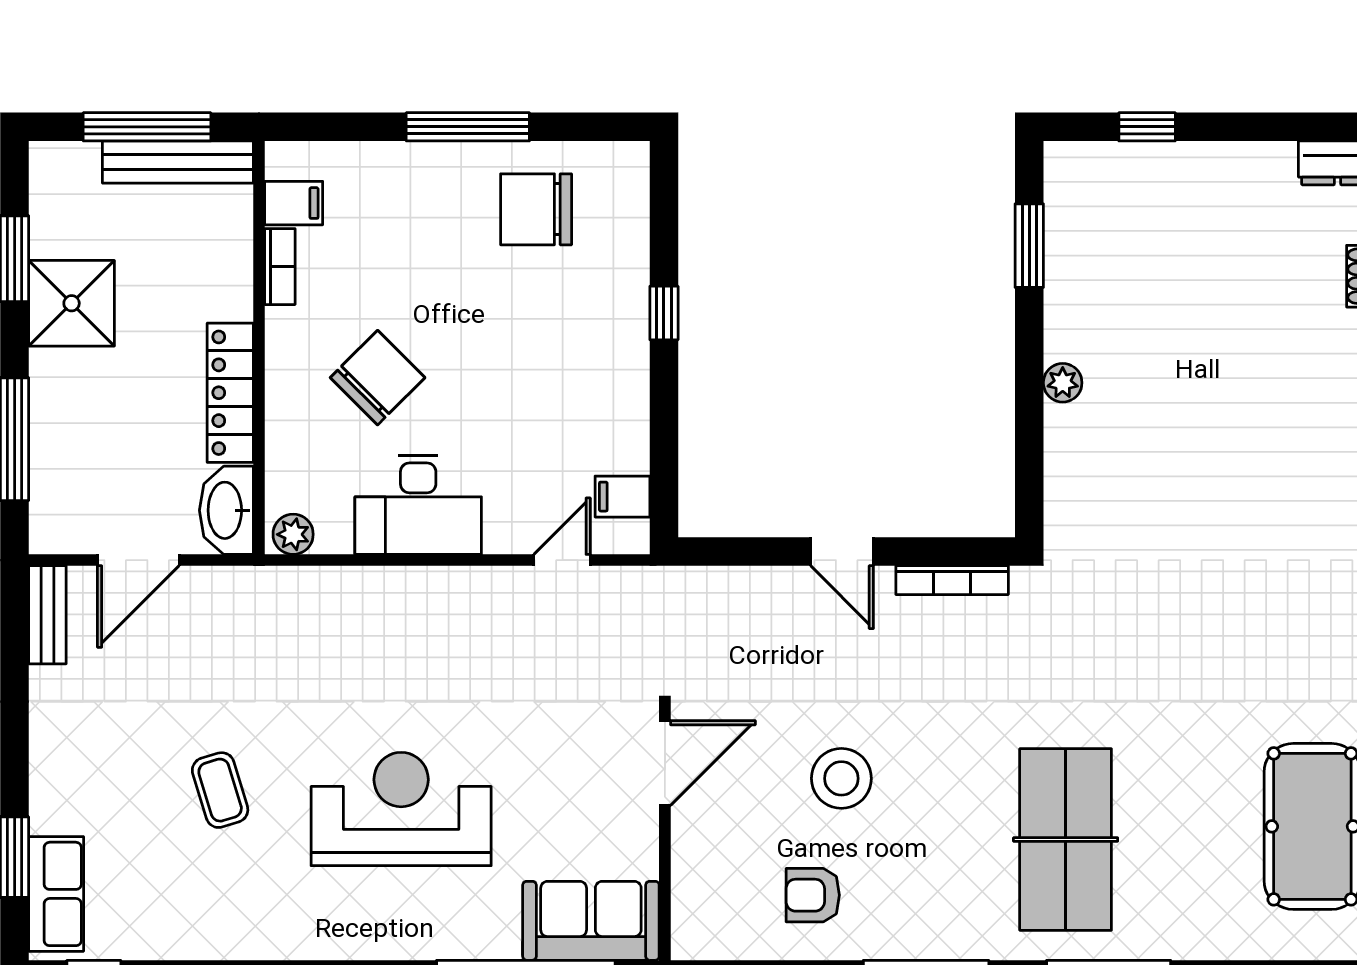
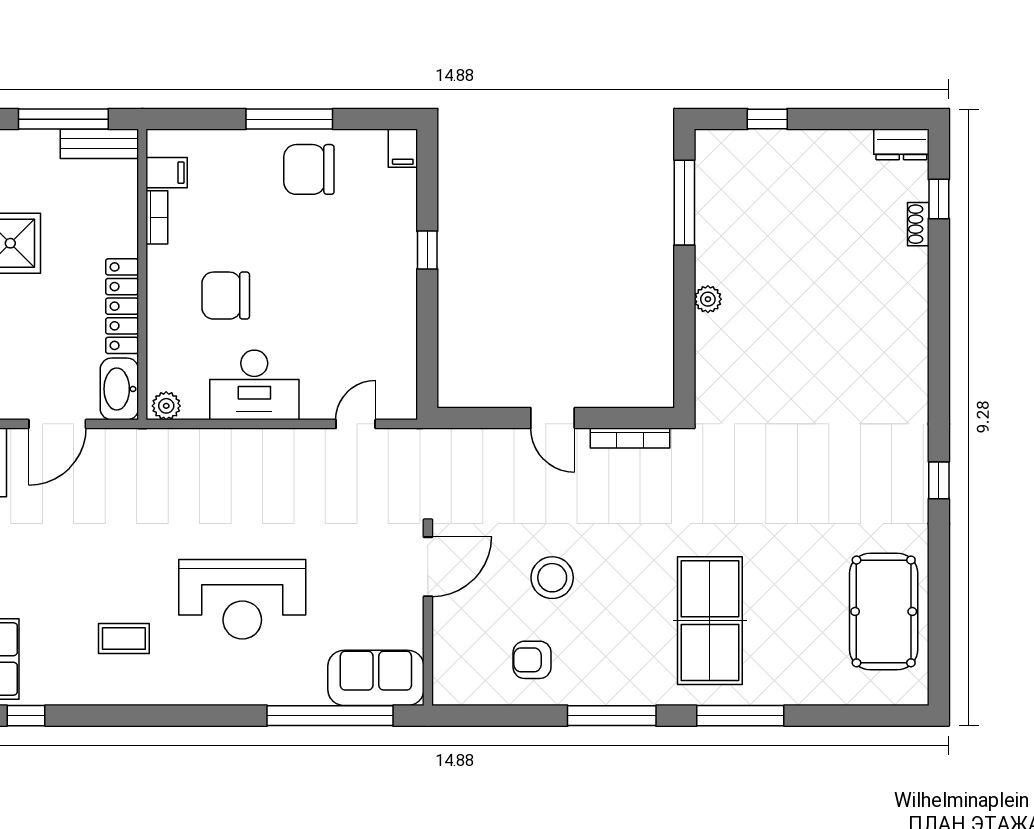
bench: (178, 162) -> (99, 144), width x0.73
chair: (536, 209) -> (309, 169), moved
window: (1029, 246) -> (684, 203), width x1.44
chair: (378, 378) -> (226, 296), turned -135
filing cabinet: (622, 497) -> (403, 148), moved, turned -90
coffee table: (220, 790) -> (124, 639), moved, turned -73
reception desk: (401, 809) -> (242, 599), turned 180

